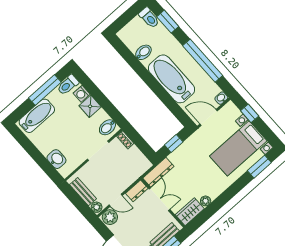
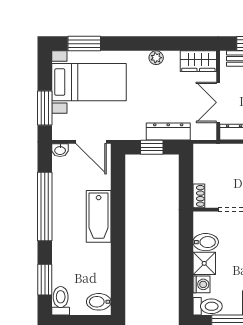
bidet: (143, 52) -> (99, 302), moved
bathtub: (172, 79) -> (99, 216), width x0.73, depth x0.73
window: (250, 113) -> (45, 108), width x1.50
bidet: (107, 127) -> (206, 242), moved
dresser: (158, 172) -> (168, 131), moved
plant: (206, 201) -> (156, 58), moved

